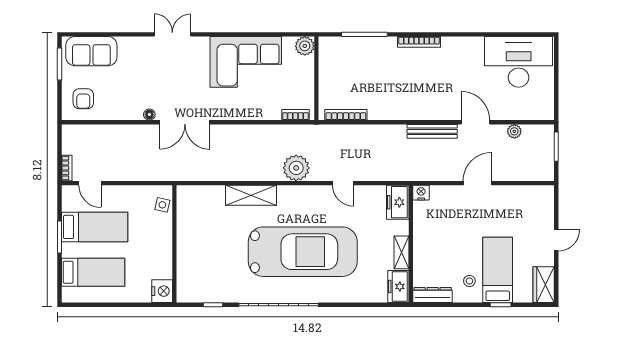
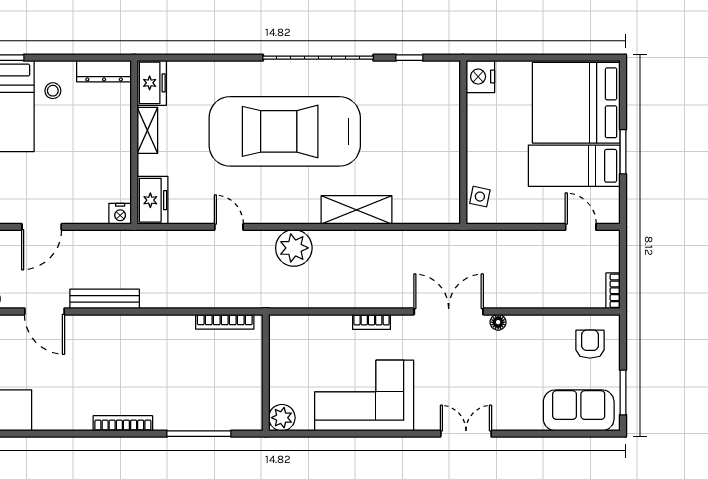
double door: (172, 34) -> (466, 434), swing flipped
bookcase: (295, 115) -> (372, 322), moved
bookcase: (67, 168) -> (613, 291), moved
bed: (93, 272) -> (576, 103), width x2.04

